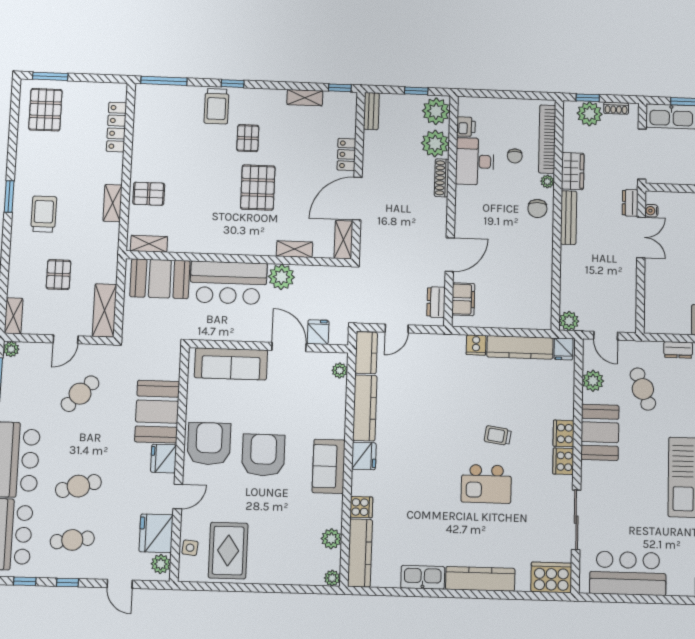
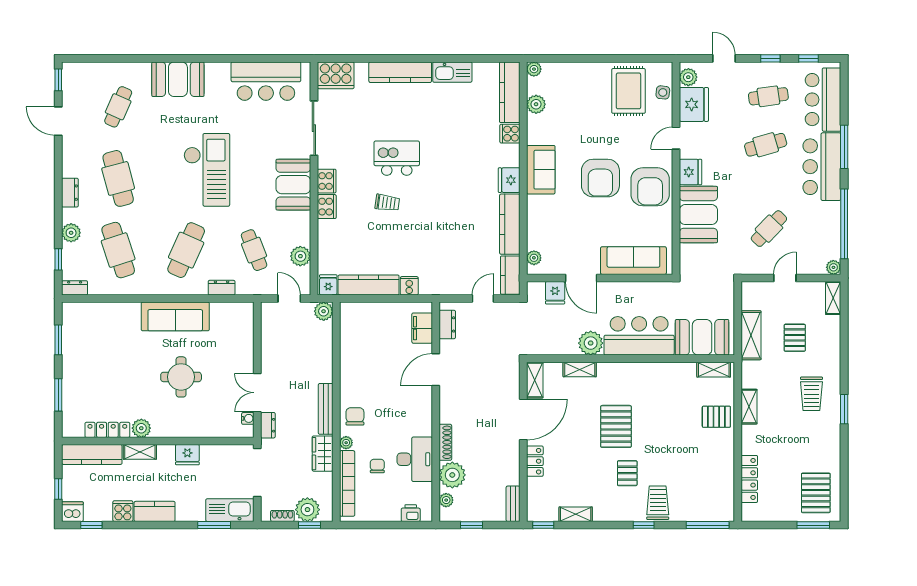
plant: (436, 111) -> (446, 500), width x0.53, depth x0.53
printer: (466, 127) -> (411, 513), moved, turned 90
shelving: (104, 310) -> (751, 335), moved
booth: (600, 432) -> (293, 185), moved

